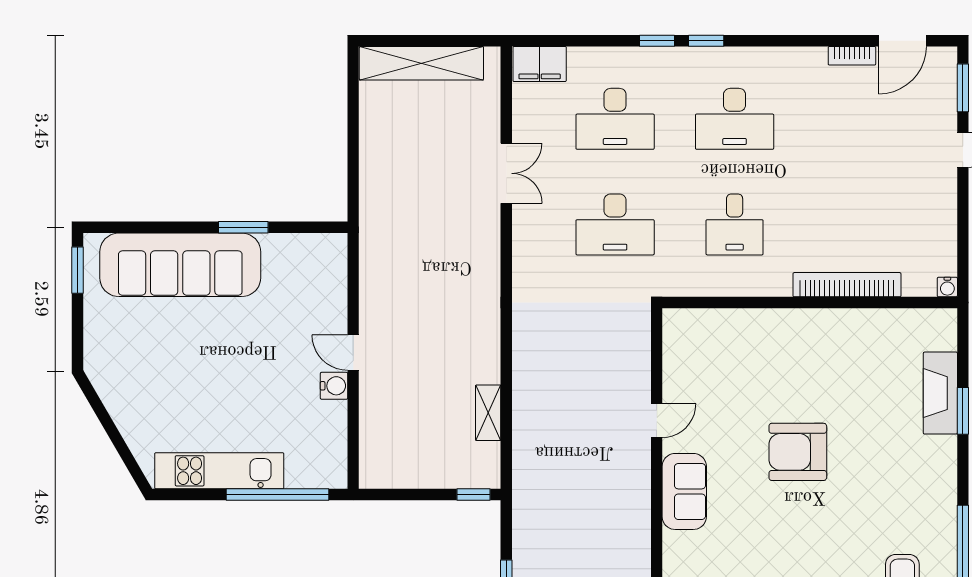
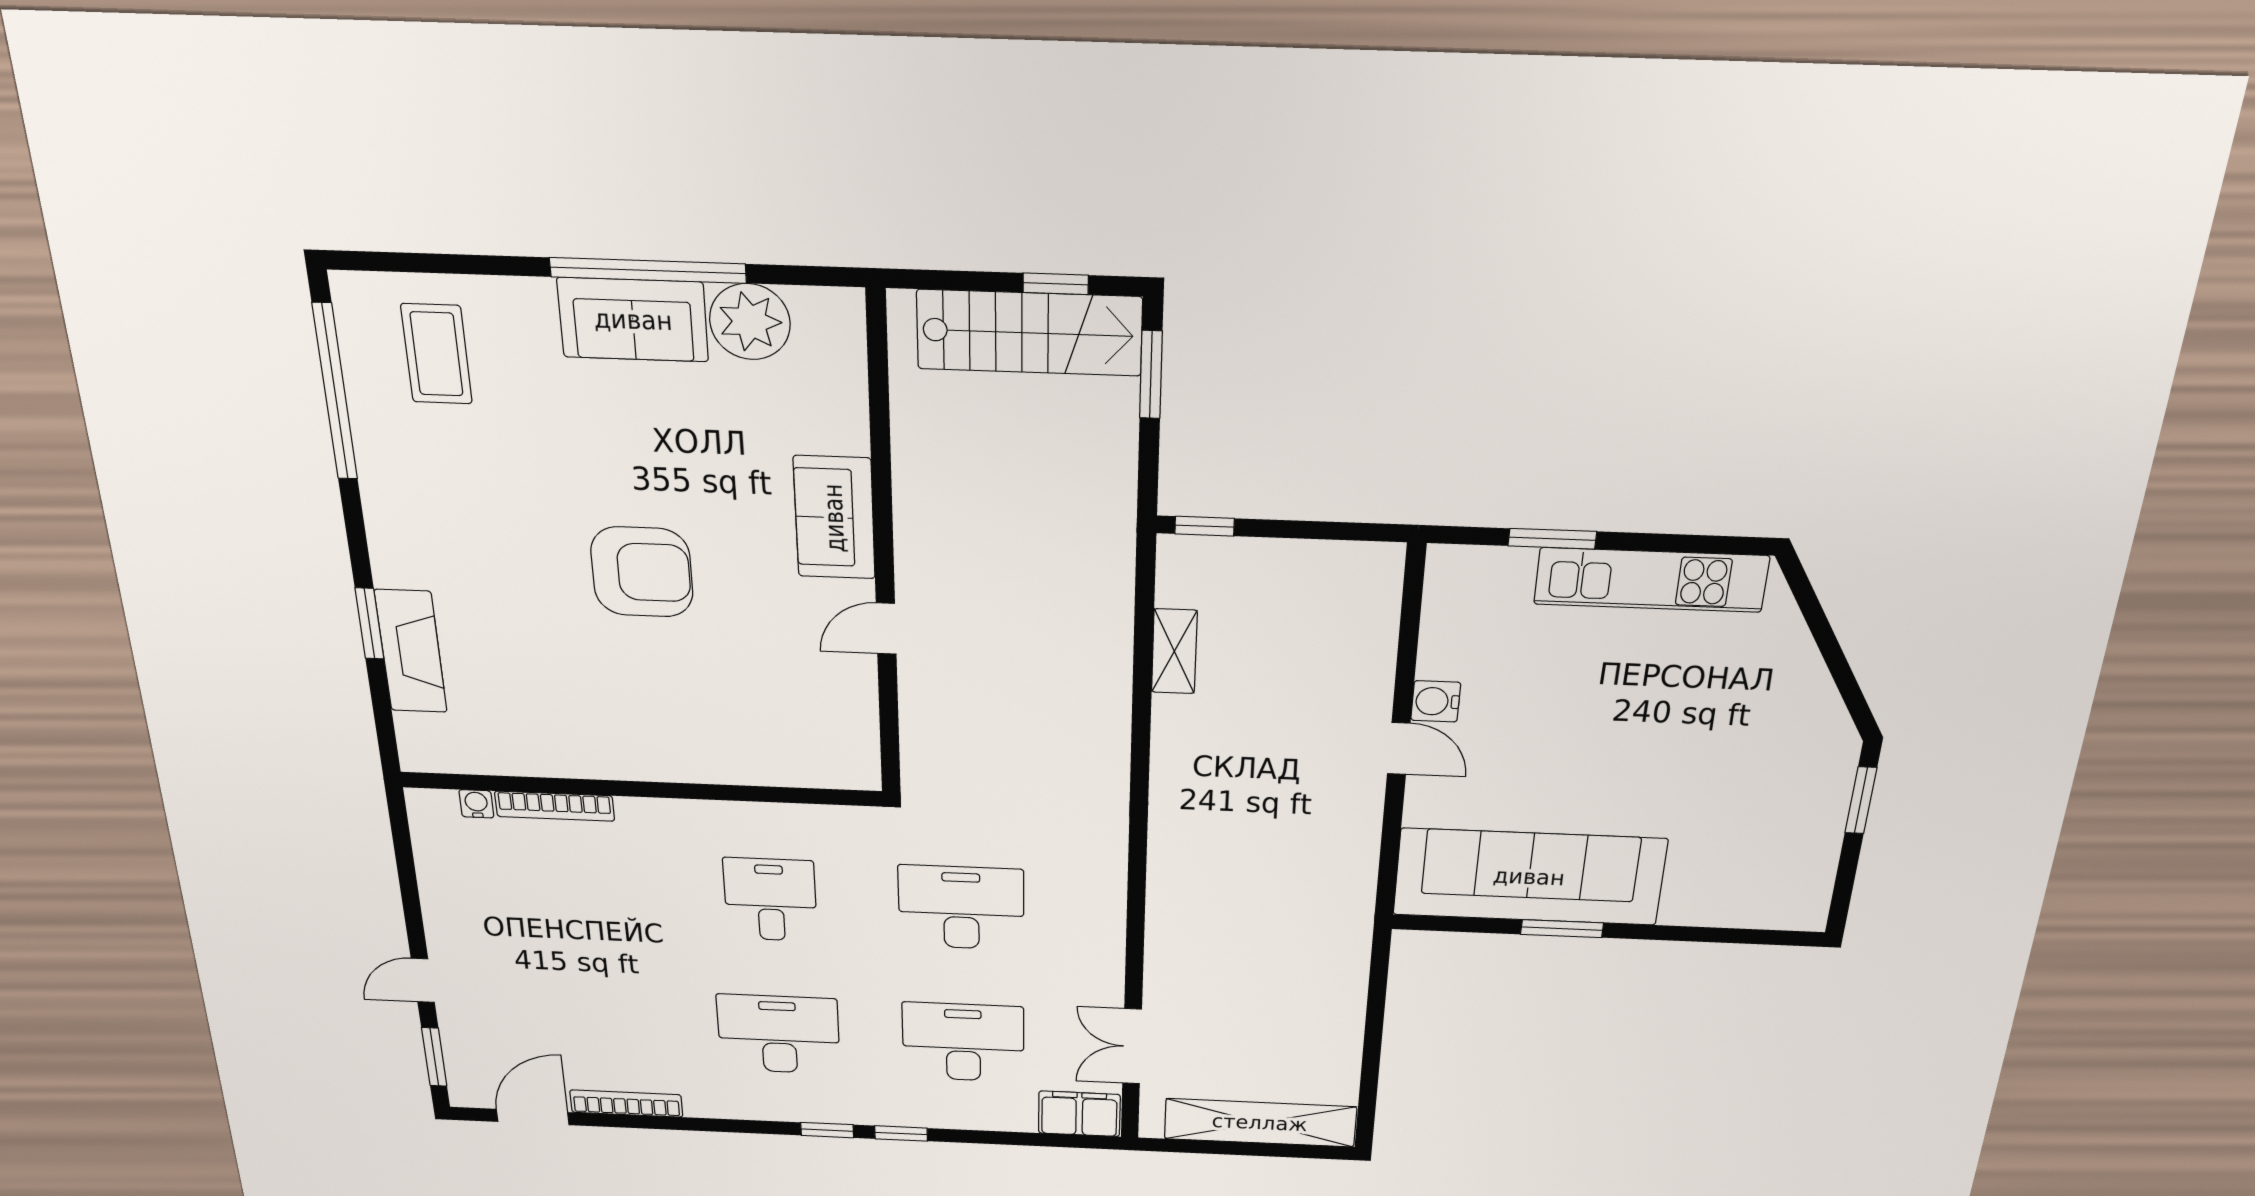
bookcase: (852, 56) -> (626, 1104), width x1.56
double door: (506, 173) -> (1132, 1046), moved
sofa: (180, 265) -> (1529, 877), moved
window: (78, 270) -> (1861, 800), moved
bookcase: (847, 285) -> (555, 806), width x0.68, depth x0.76
water cooler: (947, 287) -> (476, 804), moved
window: (278, 495) -> (1552, 539), width x0.47

